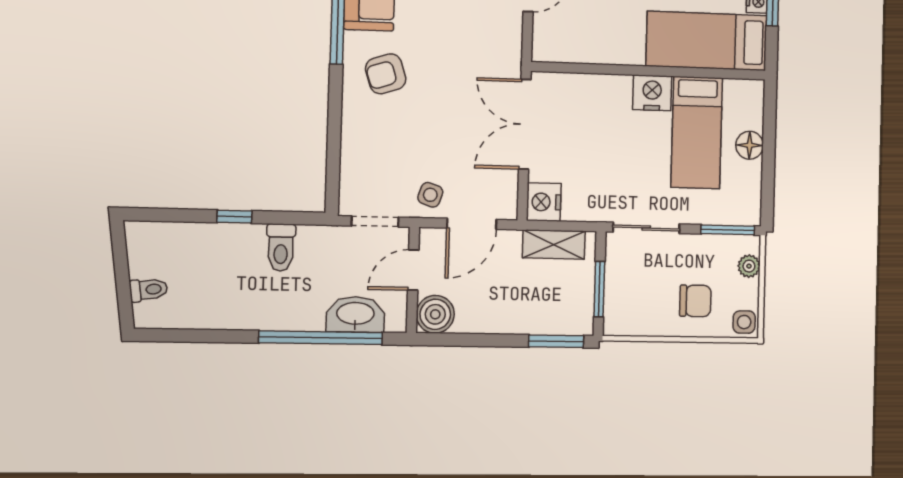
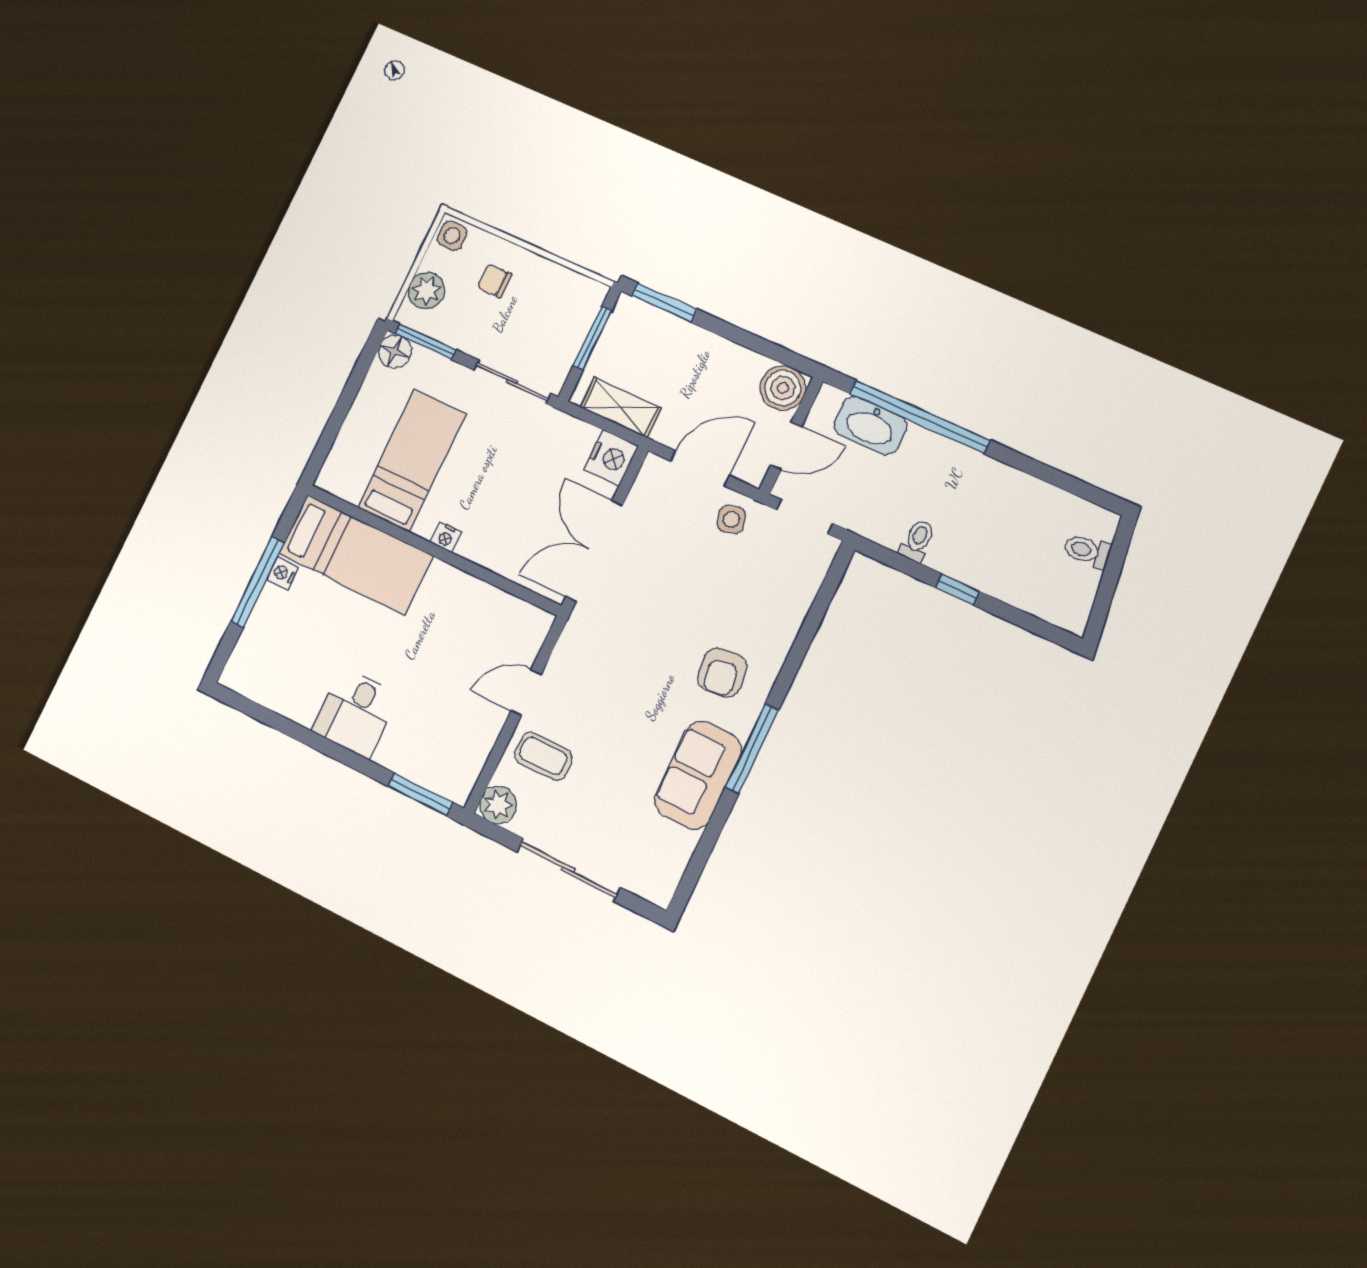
armchair: (386, 74) -> (722, 672), turned 101
nightstand: (652, 93) -> (446, 537), width x0.53, depth x0.56
double door: (525, 124) -> (594, 551), swing flipped
floor lamp: (750, 145) -> (395, 351), moved
side table: (430, 195) -> (731, 519), turned -35
toilet: (281, 248) -> (917, 540), width x0.73, depth x0.72
plant: (749, 266) -> (426, 290), width x1.38, depth x1.38
chair: (695, 301) -> (494, 281), width x0.73, depth x0.73

